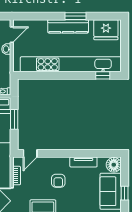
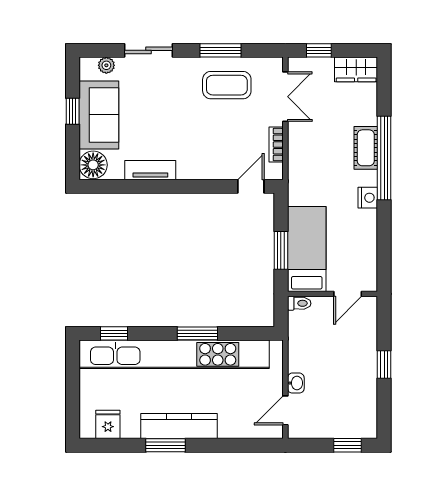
fridge: (106, 30) -> (108, 424), width x0.53, depth x0.75
window: (58, 75) -> (197, 333), added
armchair: (58, 181) -> (198, 135), removed

